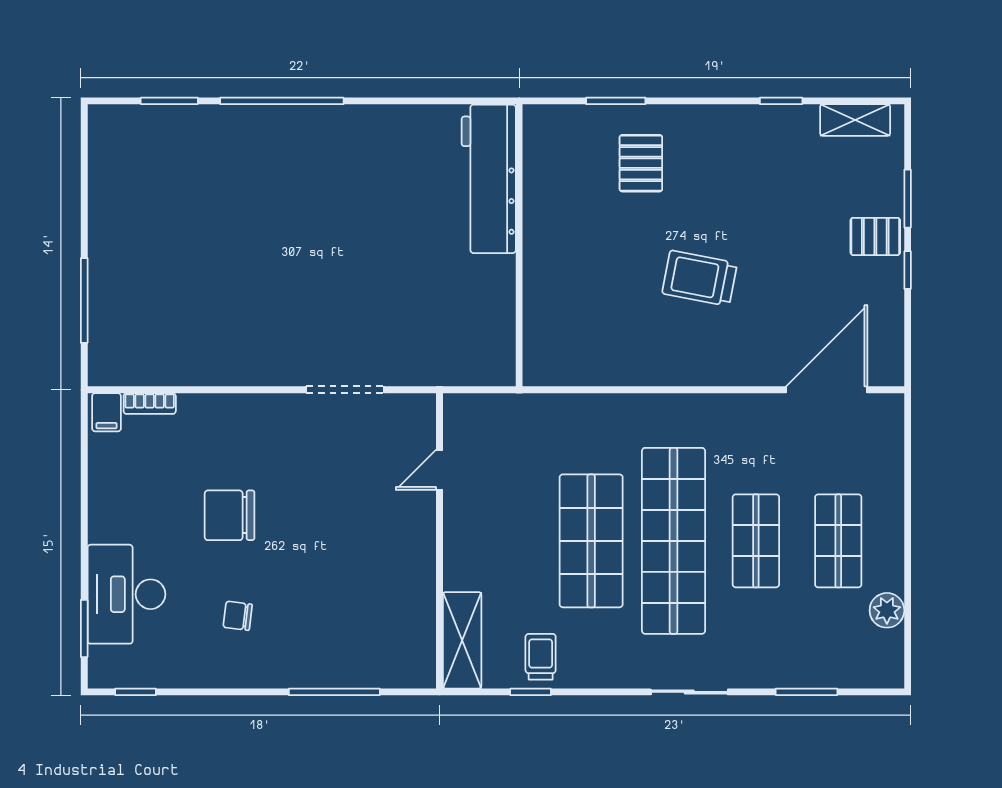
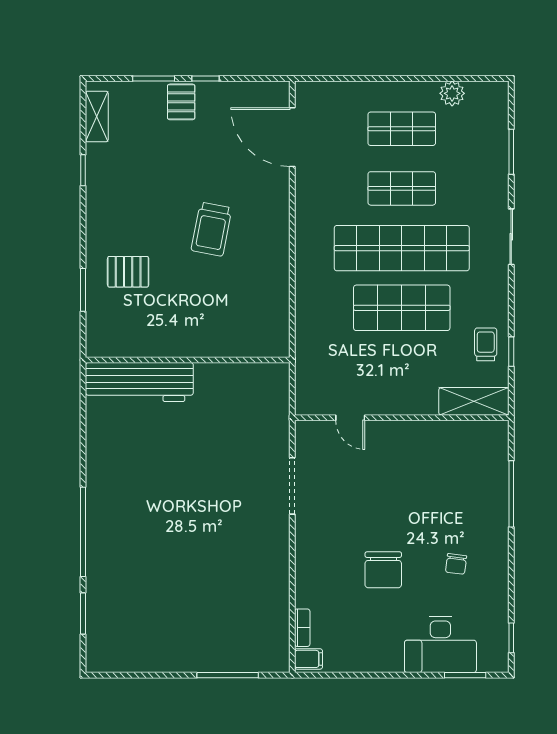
trolley: (541, 657) -> (486, 344), turned 90

